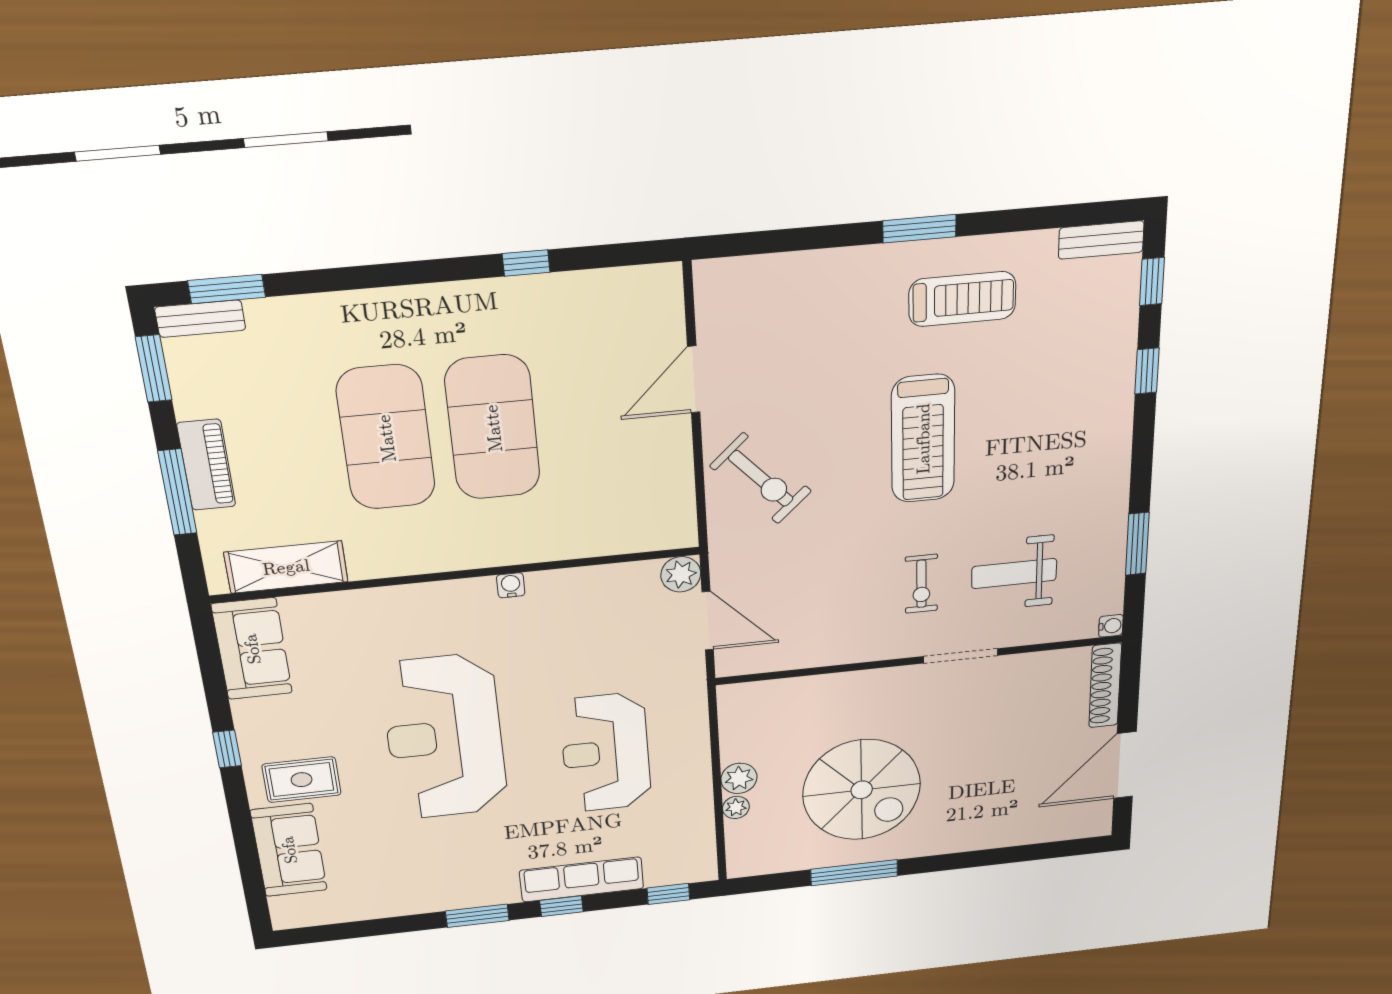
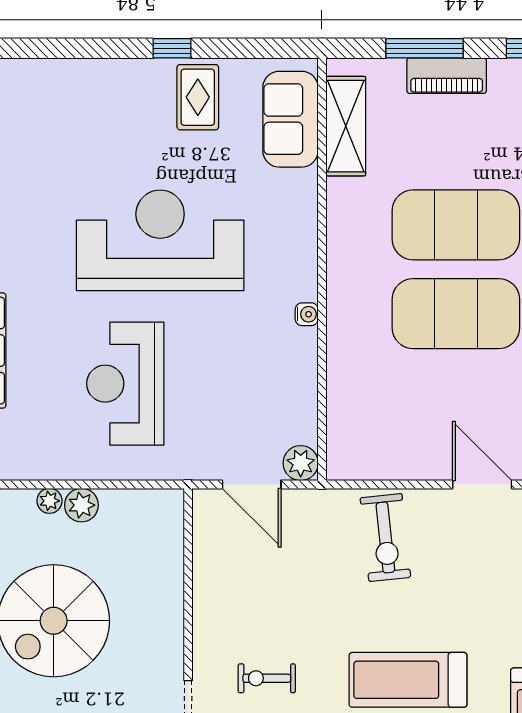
exercise bike: (761, 478) -> (385, 537), turned -53
door: (708, 621) -> (252, 484), hinge flipped
sofa: (252, 649) -> (290, 119), moved, turned 90
reception desk: (606, 753) -> (125, 384), turned -90
rug: (302, 780) -> (198, 97), moved
sofa: (289, 850) -> (57, 86), removed

